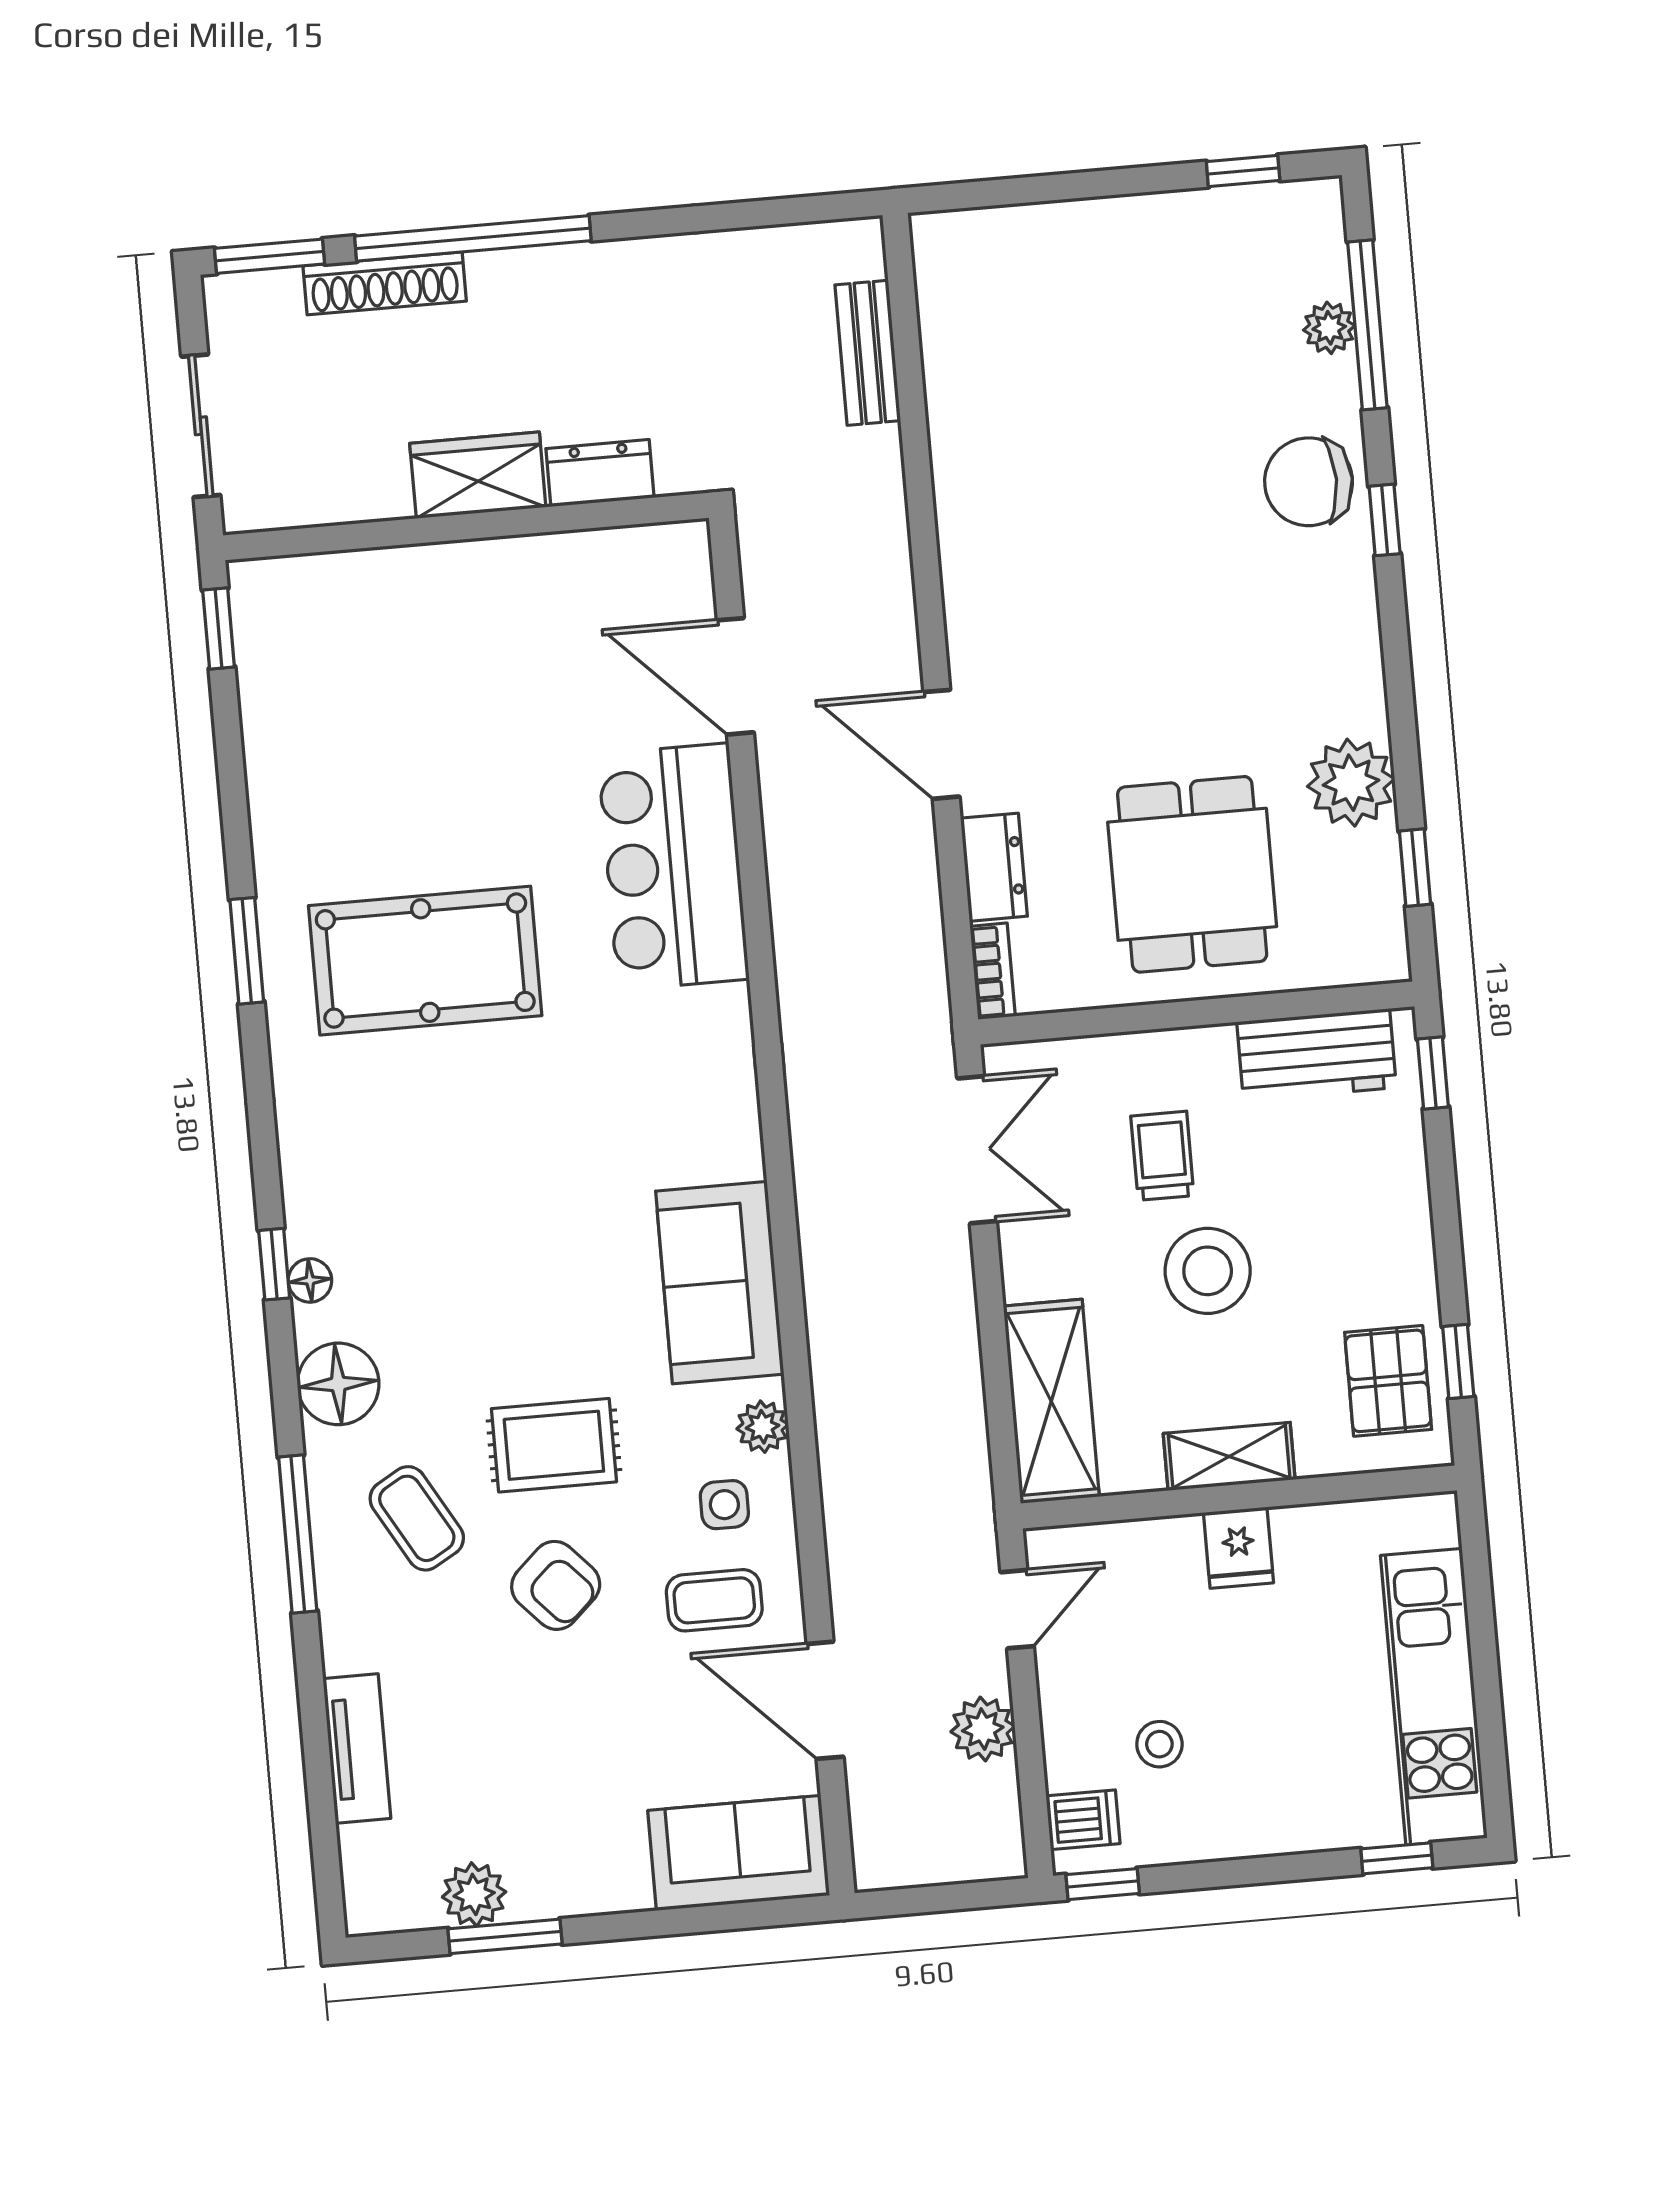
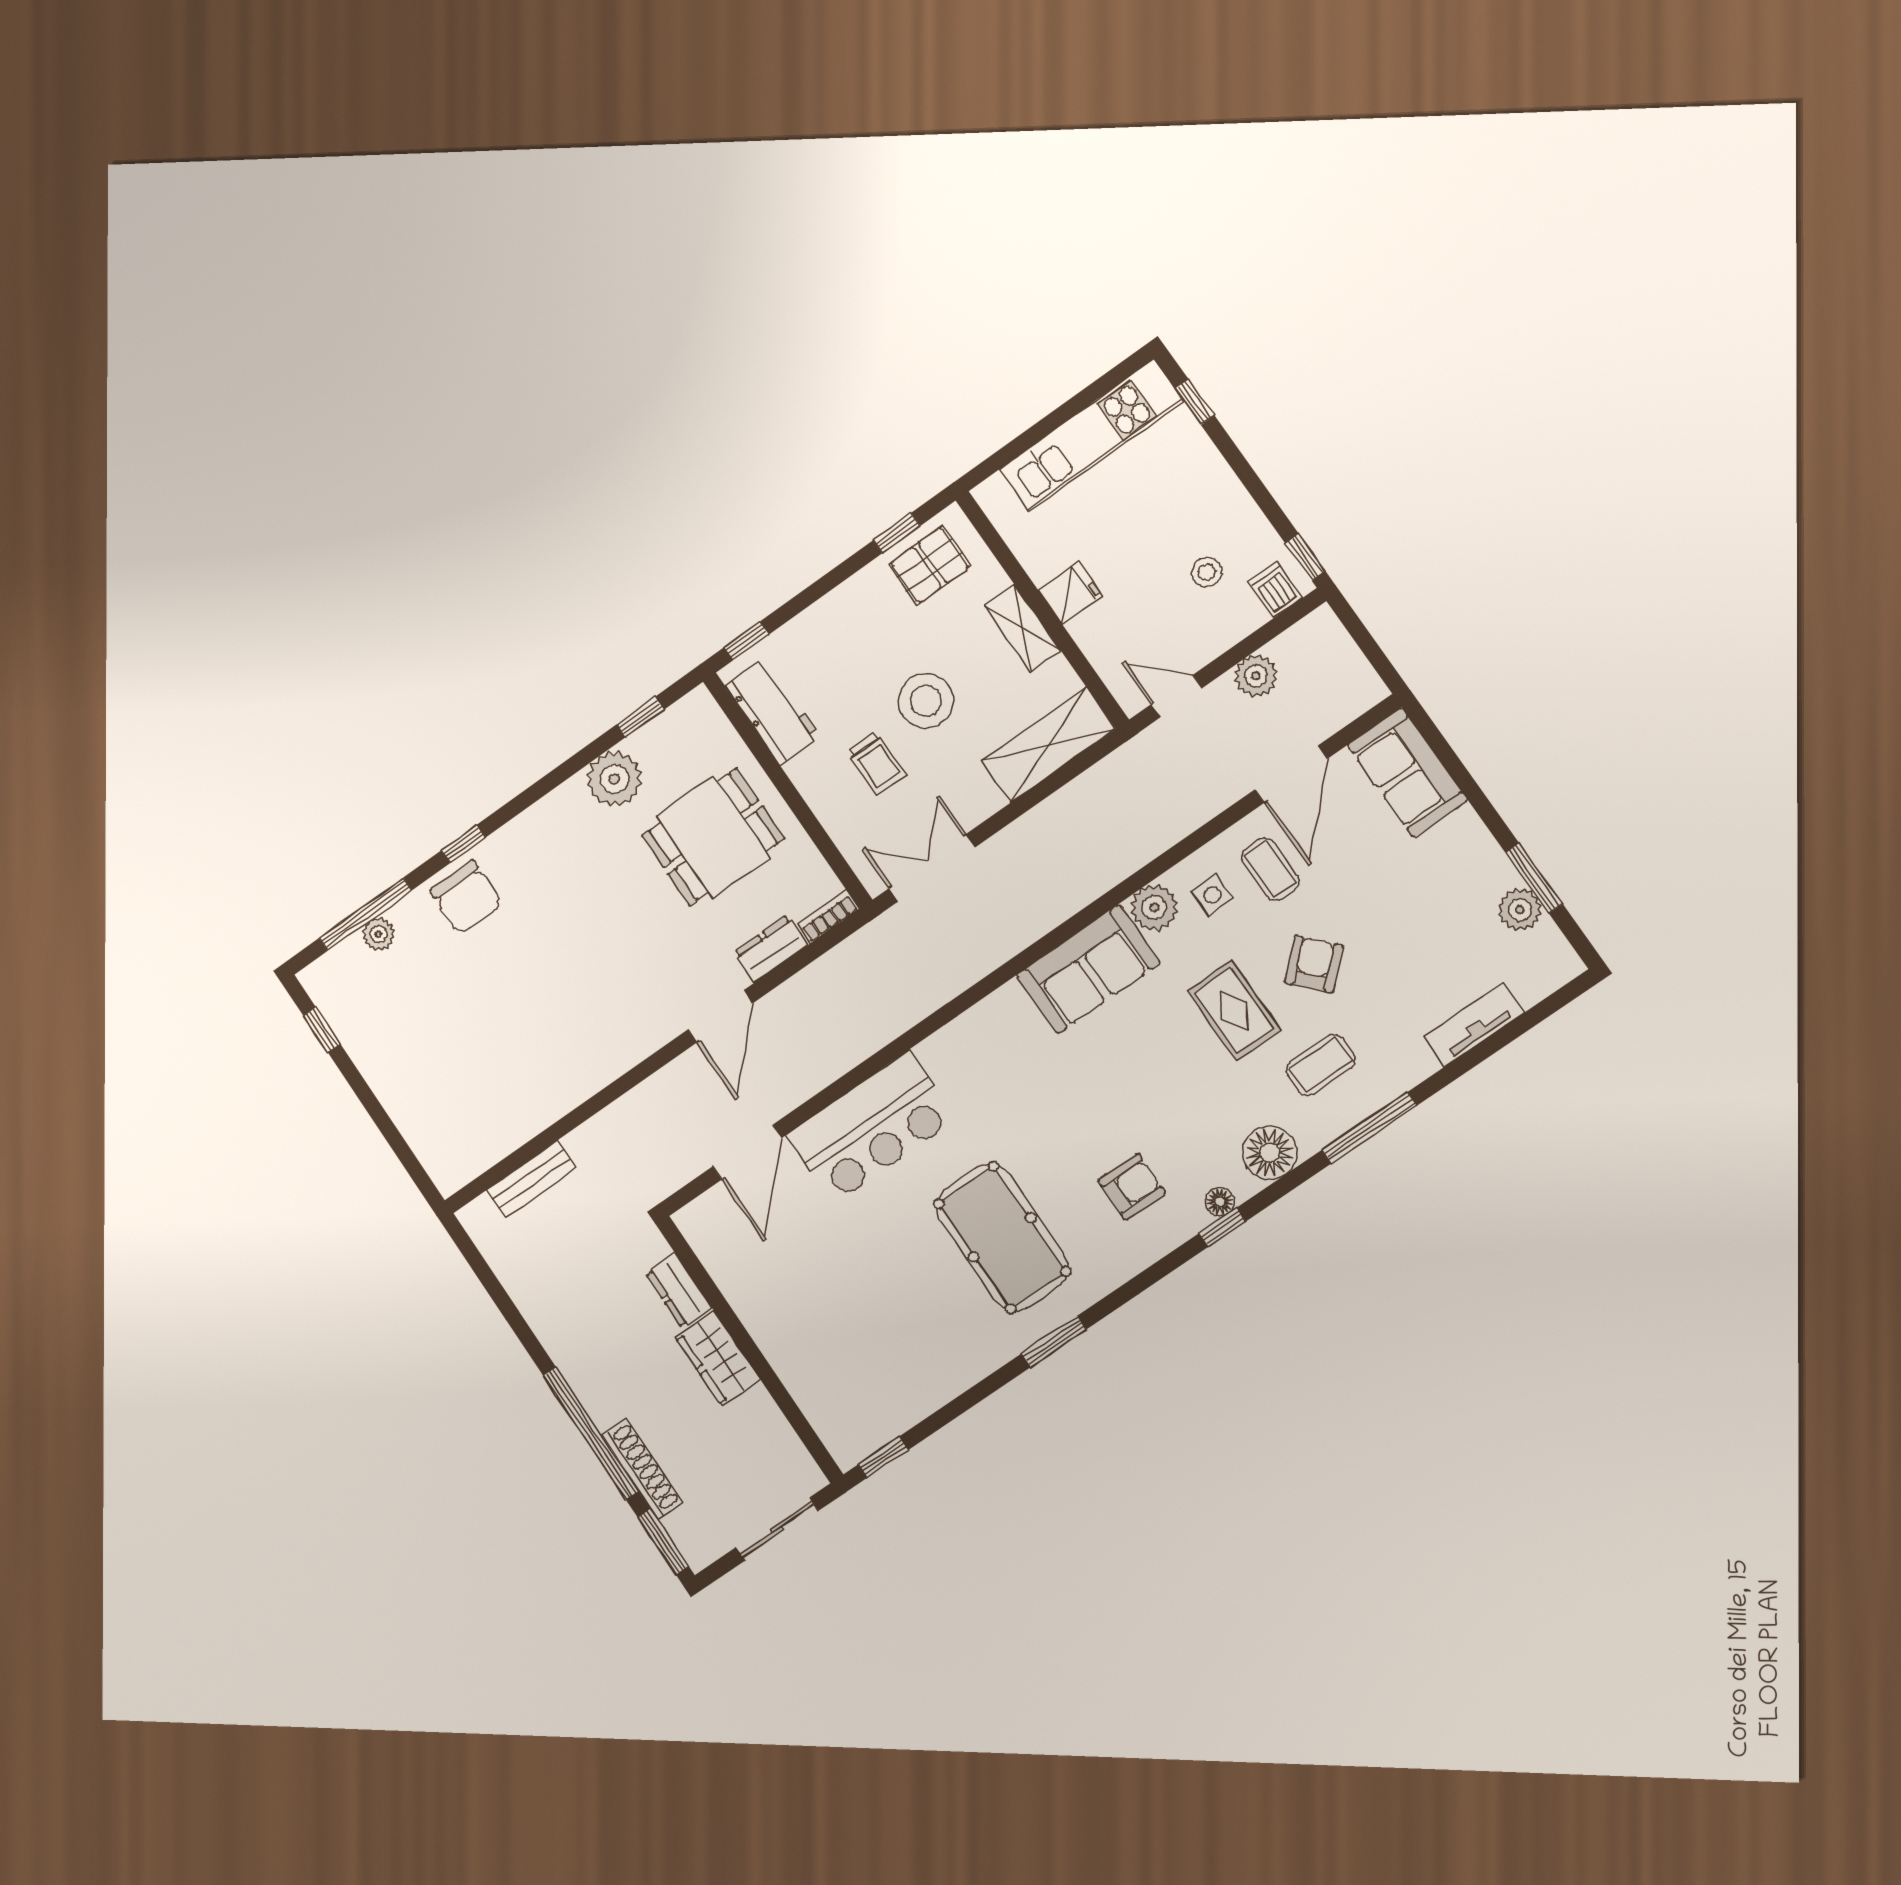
trolley: (1162, 1156) -> (877, 763), turned -90
armchair: (396, 1174) -> (1132, 1187), added
plant: (763, 1427) -> (1154, 907), width x1.38, depth x1.38
coffee table: (417, 1518) -> (1321, 1065), turned 30

